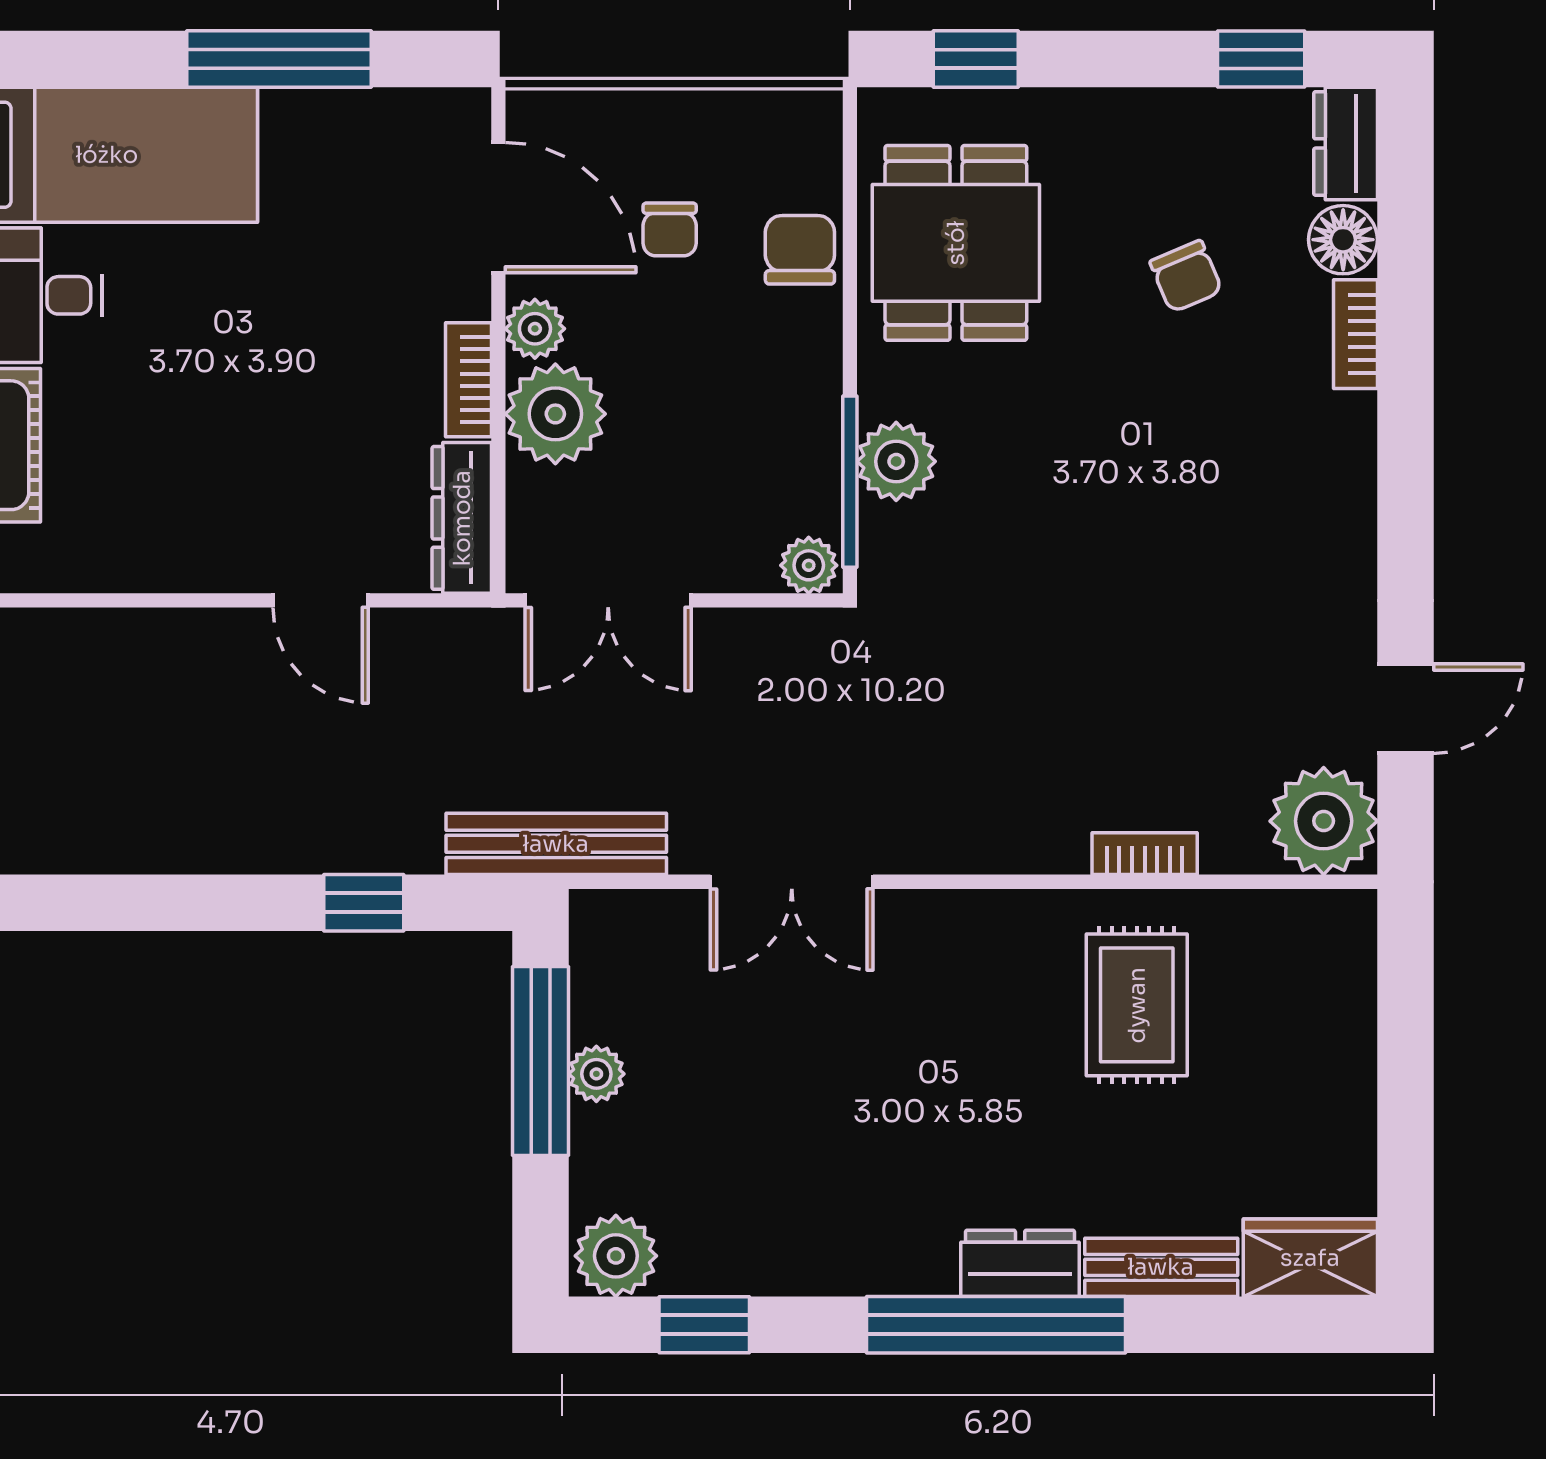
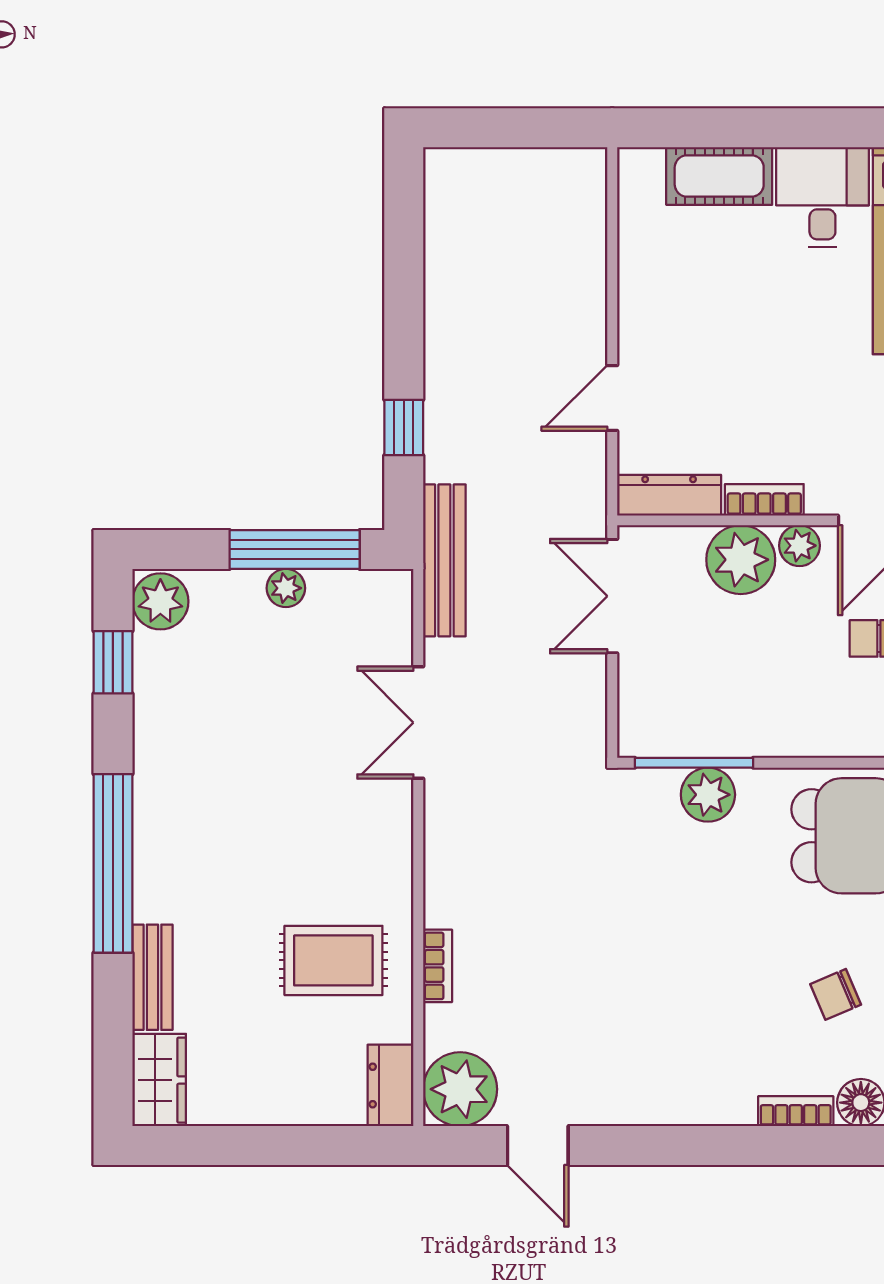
chair: (800, 250) -> (854, 728), removed
plant: (809, 565) -> (636, 734), removed
dresser: (1020, 1263) -> (391, 1085), moved, turned 180

